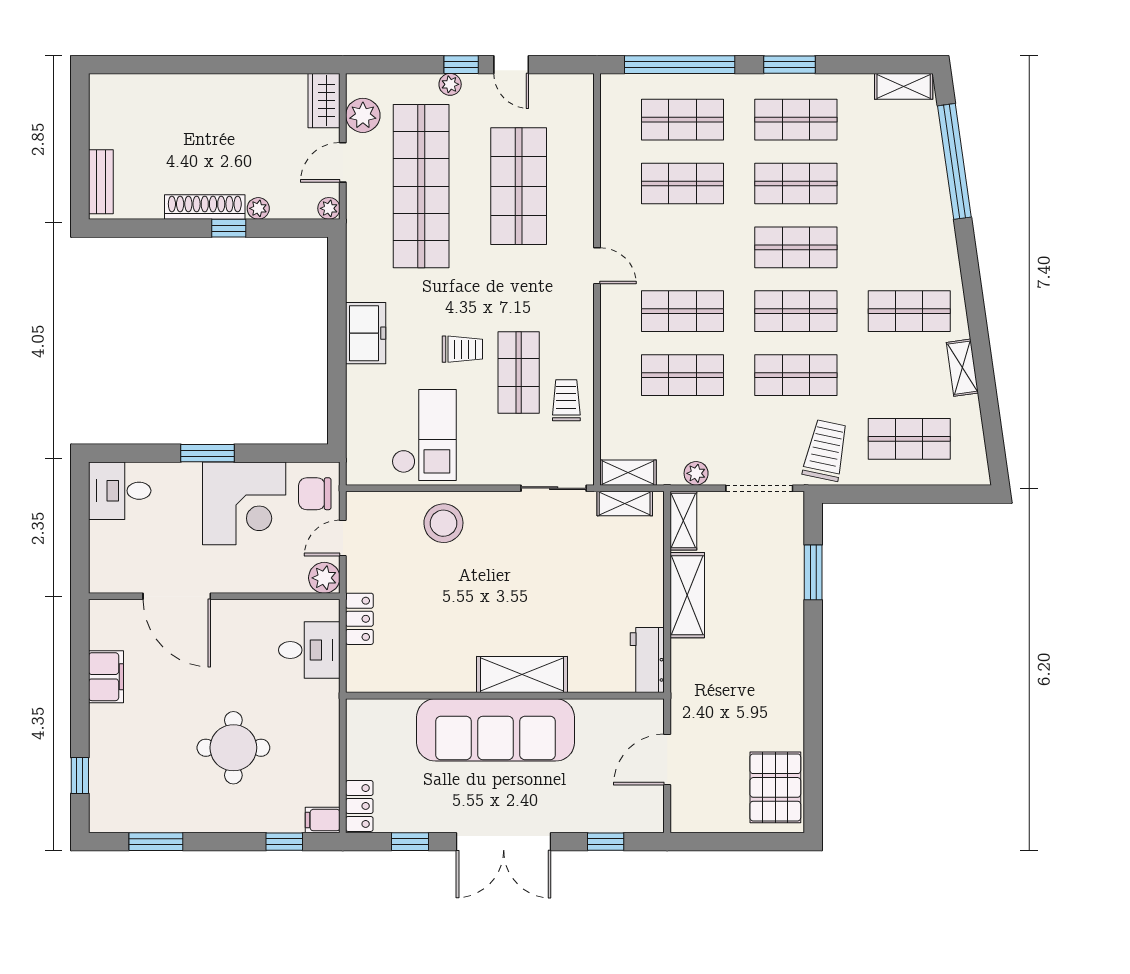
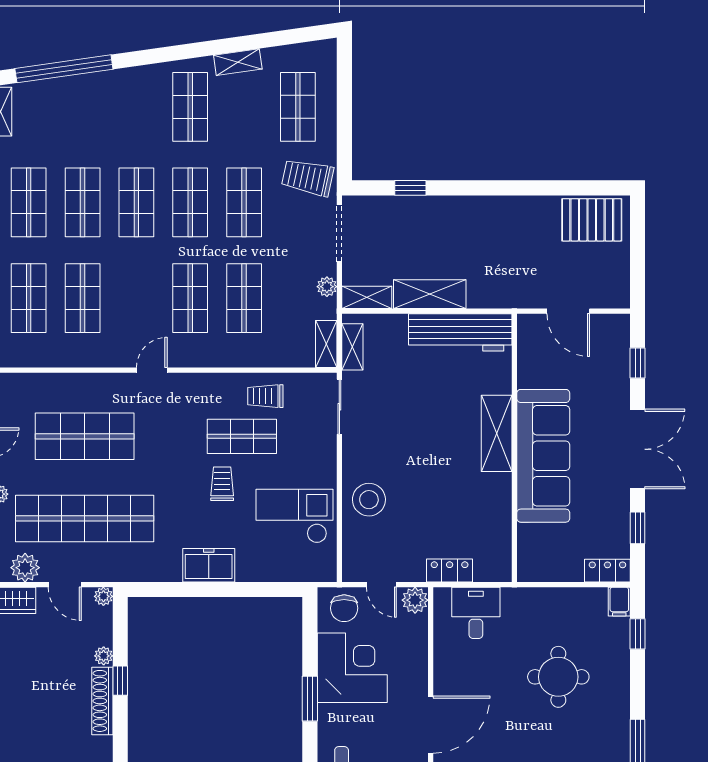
window: (813, 572) -> (410, 188), width x0.67
workbench: (647, 660) -> (460, 332), width x1.88, depth x1.32

